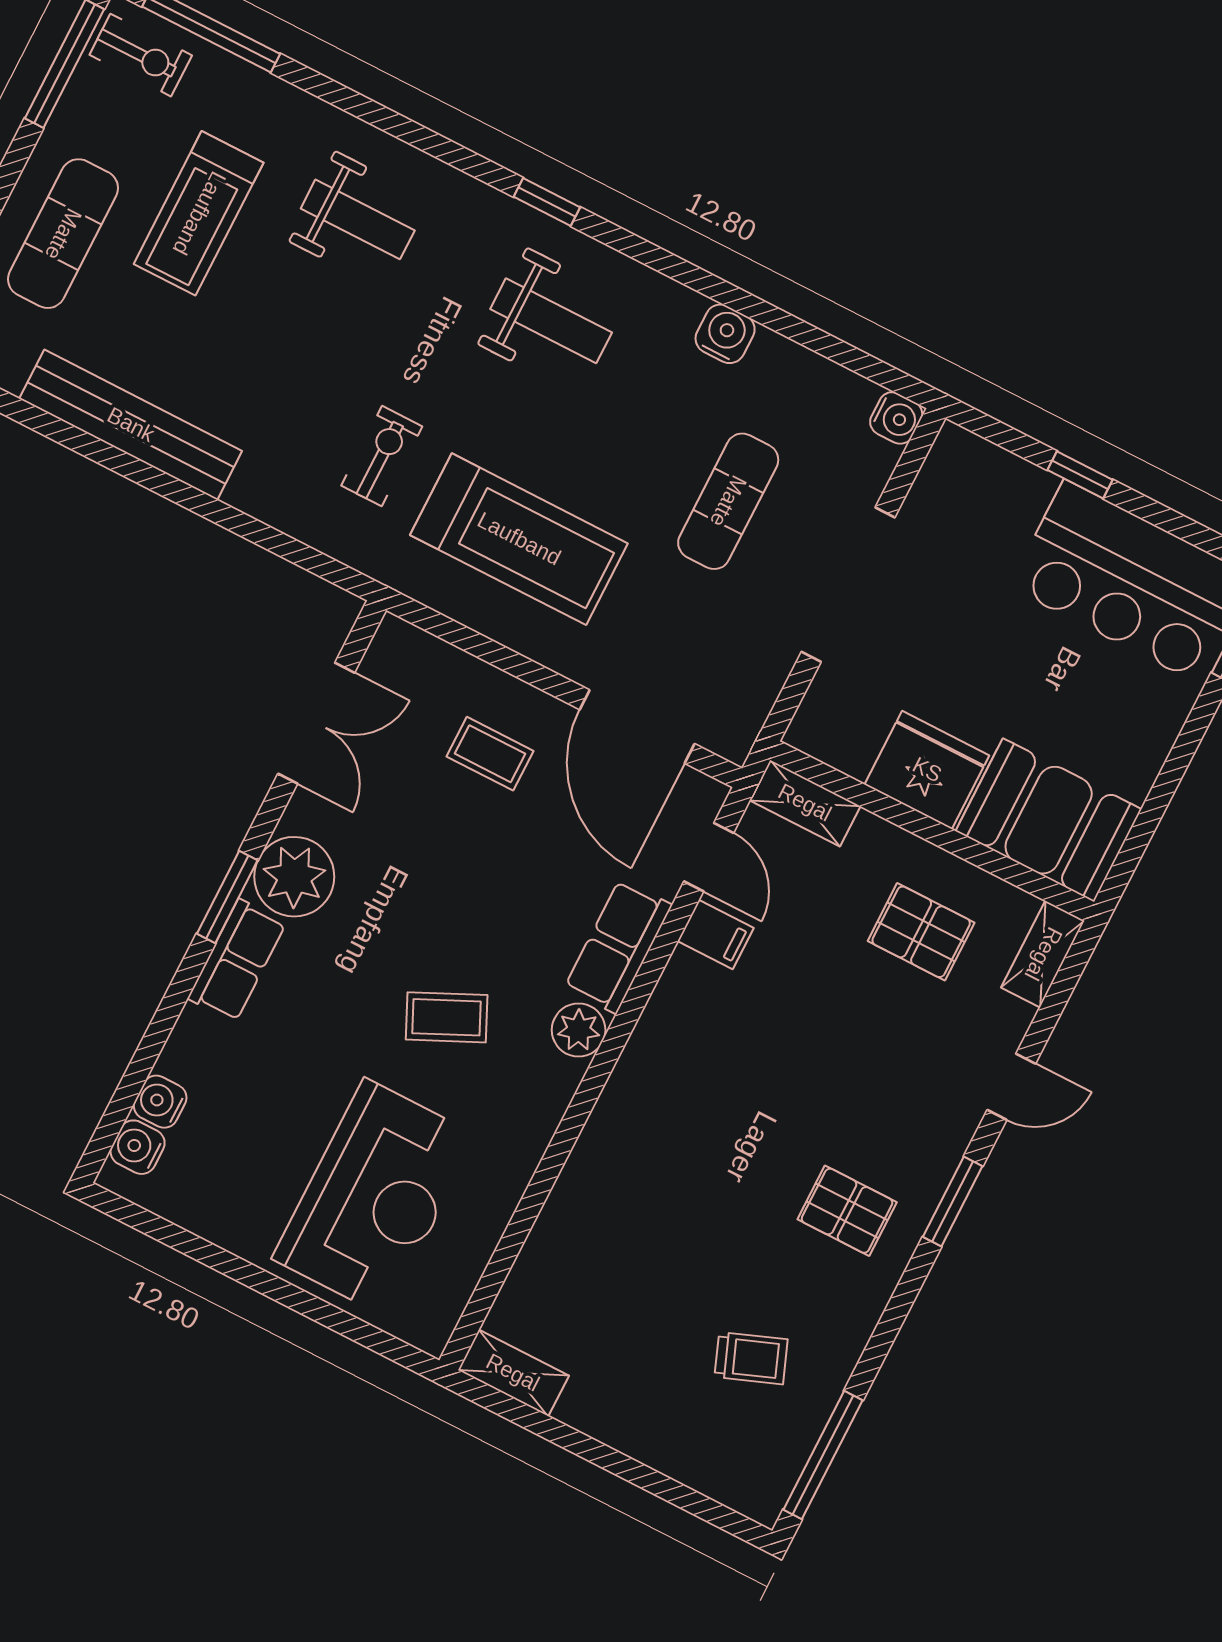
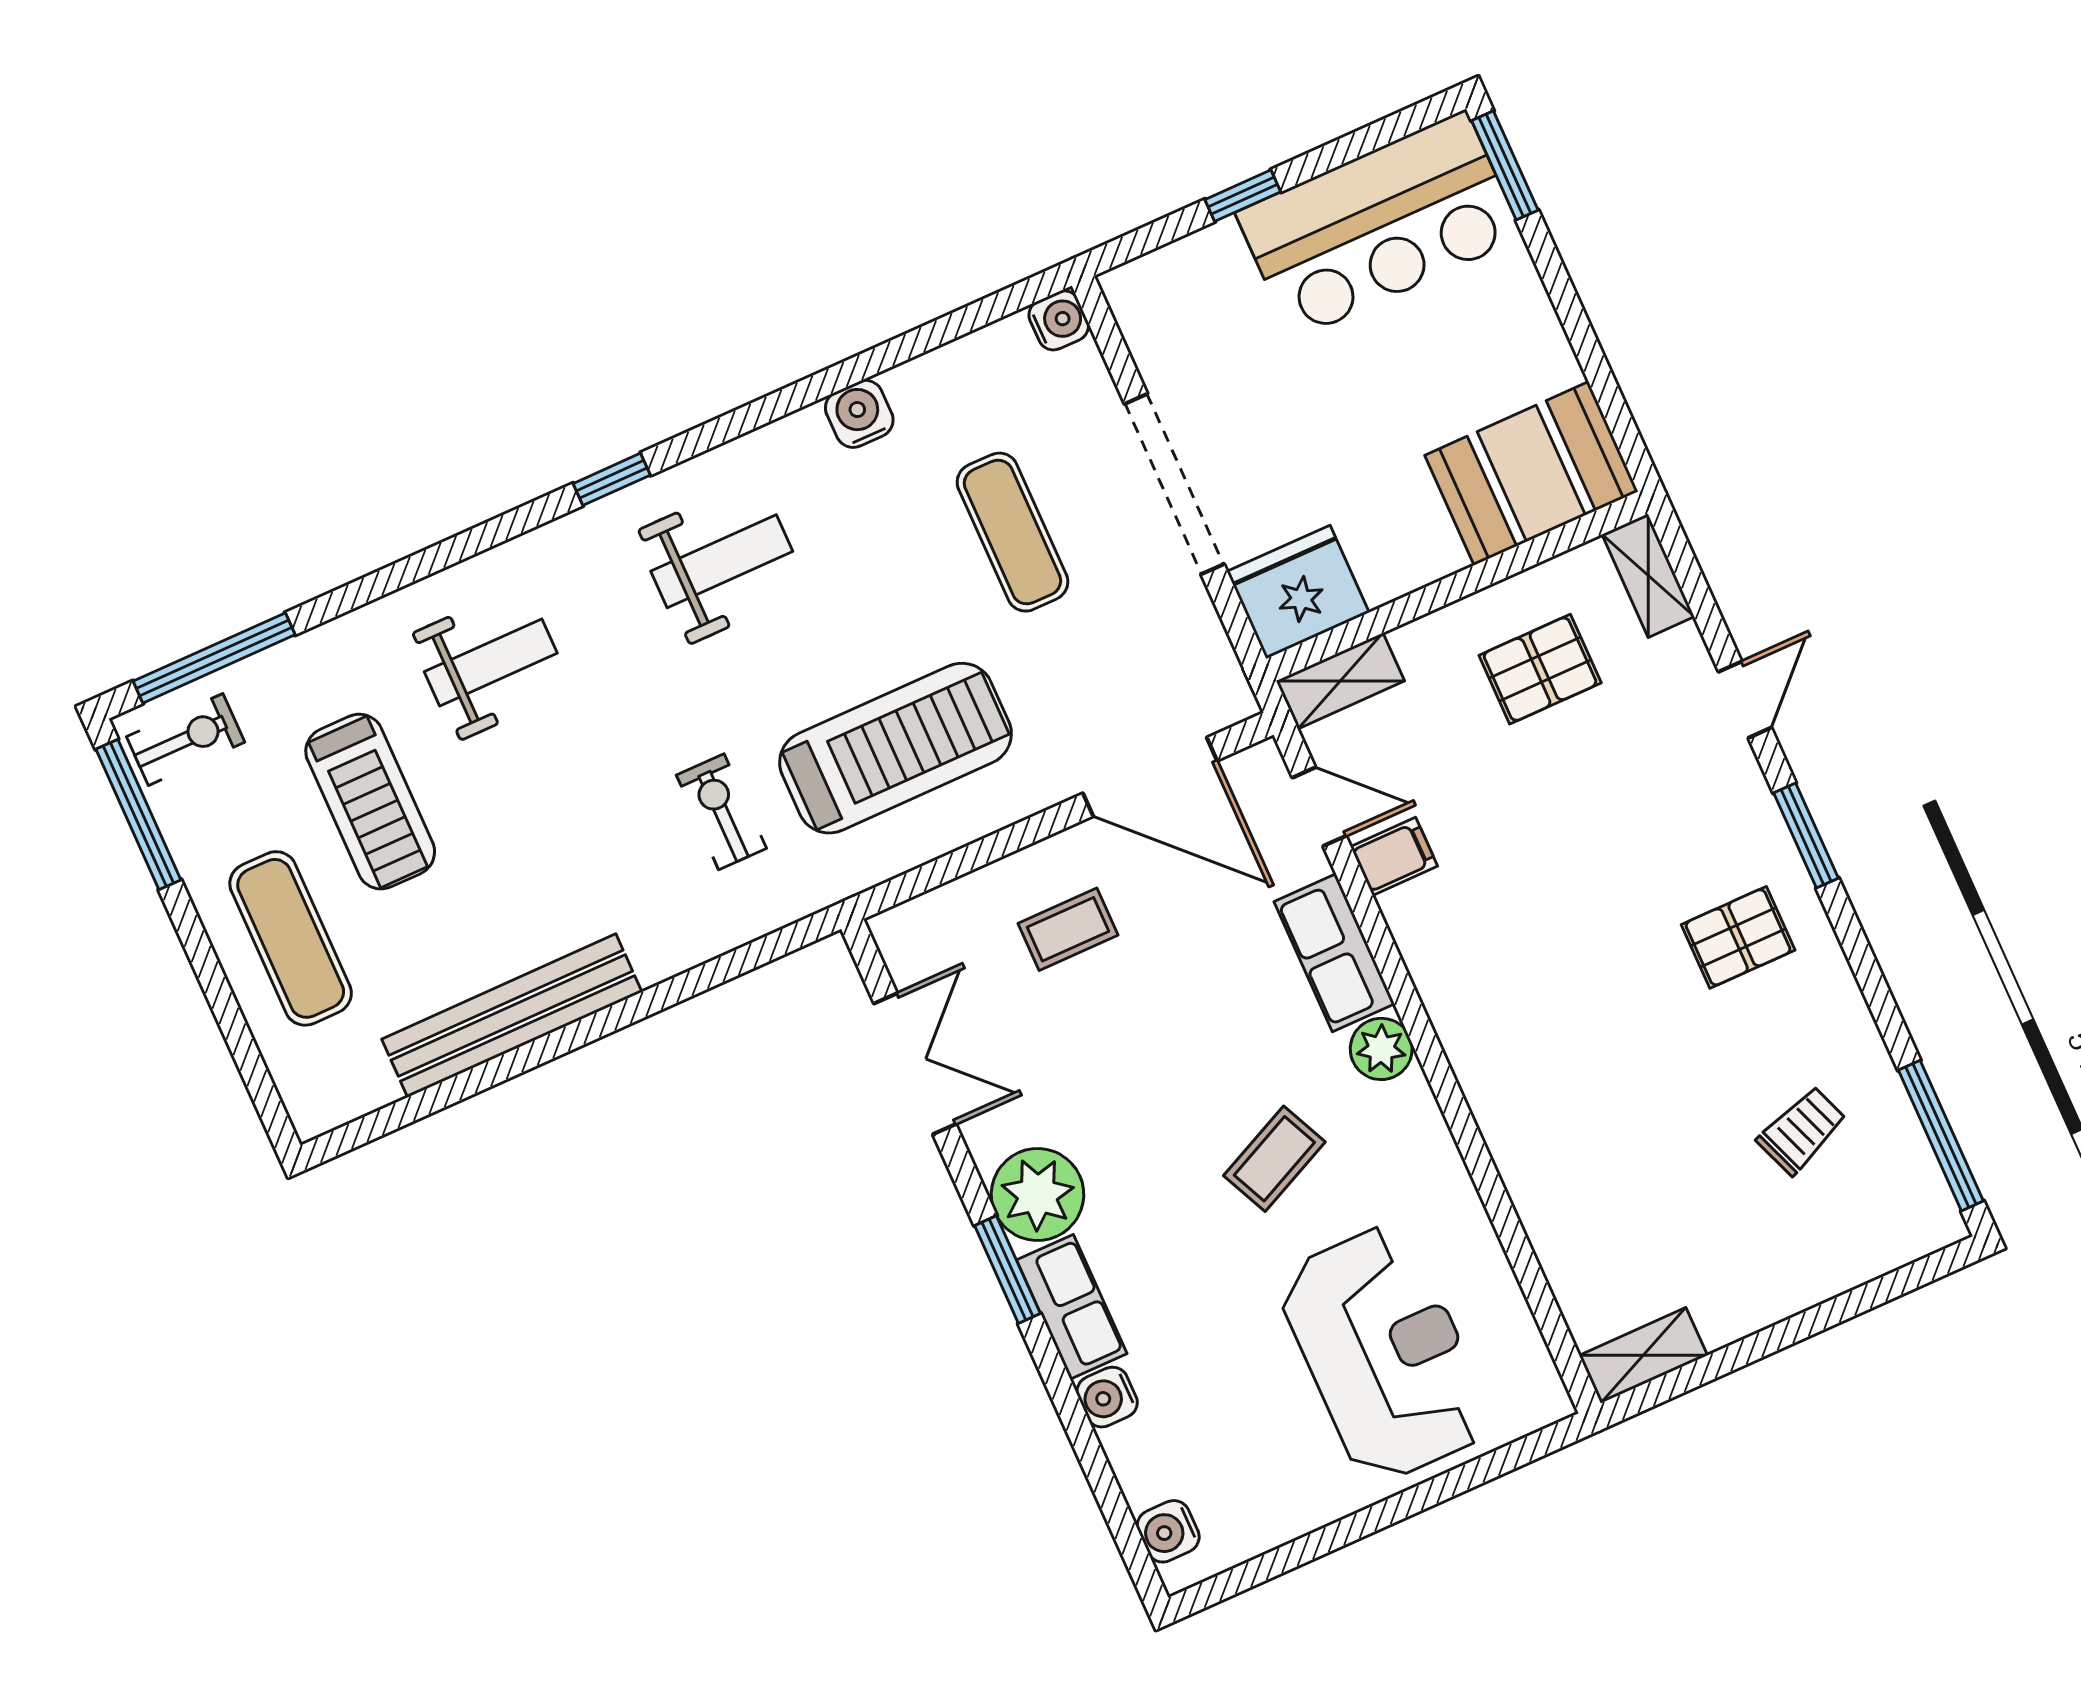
fridge: (927, 770) -> (1298, 592), moved
water cooler: (160, 1102) -> (1107, 1397), moved

